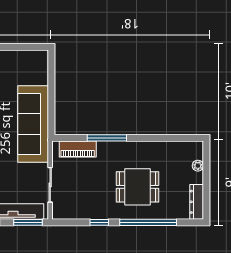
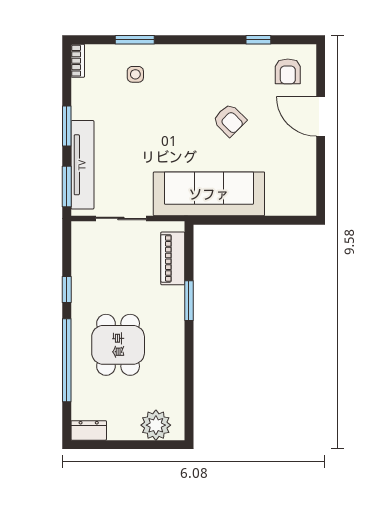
window: (107, 138) -> (189, 301), width x0.69
plant: (198, 166) -> (156, 425), width x1.87, depth x1.87
dresser: (197, 202) -> (89, 430), width x0.70

